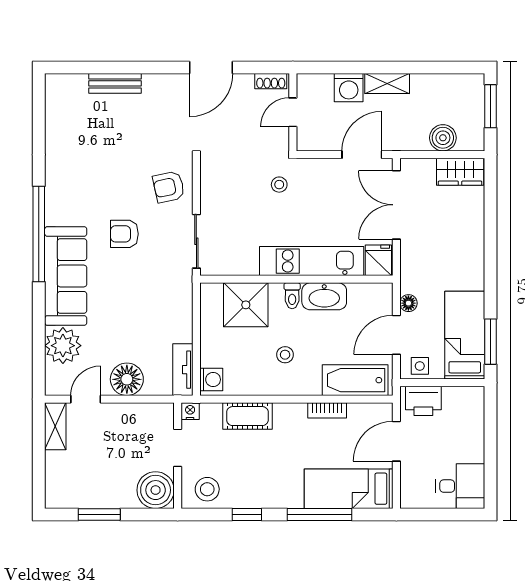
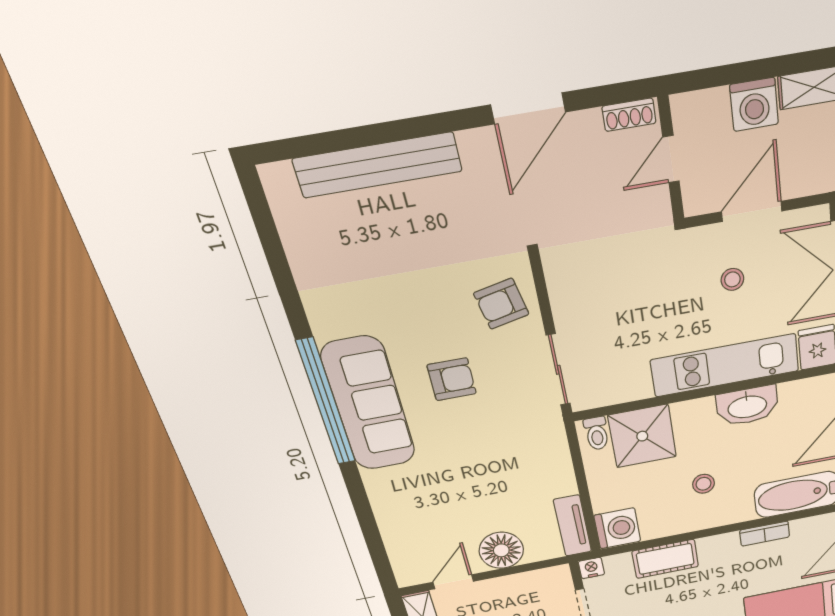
bench: (115, 83) -> (378, 165), width x1.86, depth x1.21
door: (362, 155) -> (752, 211), moved
stool: (279, 185) -> (732, 279), moved
armchair: (124, 234) -> (452, 379), turned 180
sofa: (66, 276) -> (369, 404), moved
toilet: (292, 296) -> (597, 433), moved
plant: (63, 346) -> (405, 530), removed
washing machine: (211, 380) -> (617, 528), width x1.38, depth x1.38

